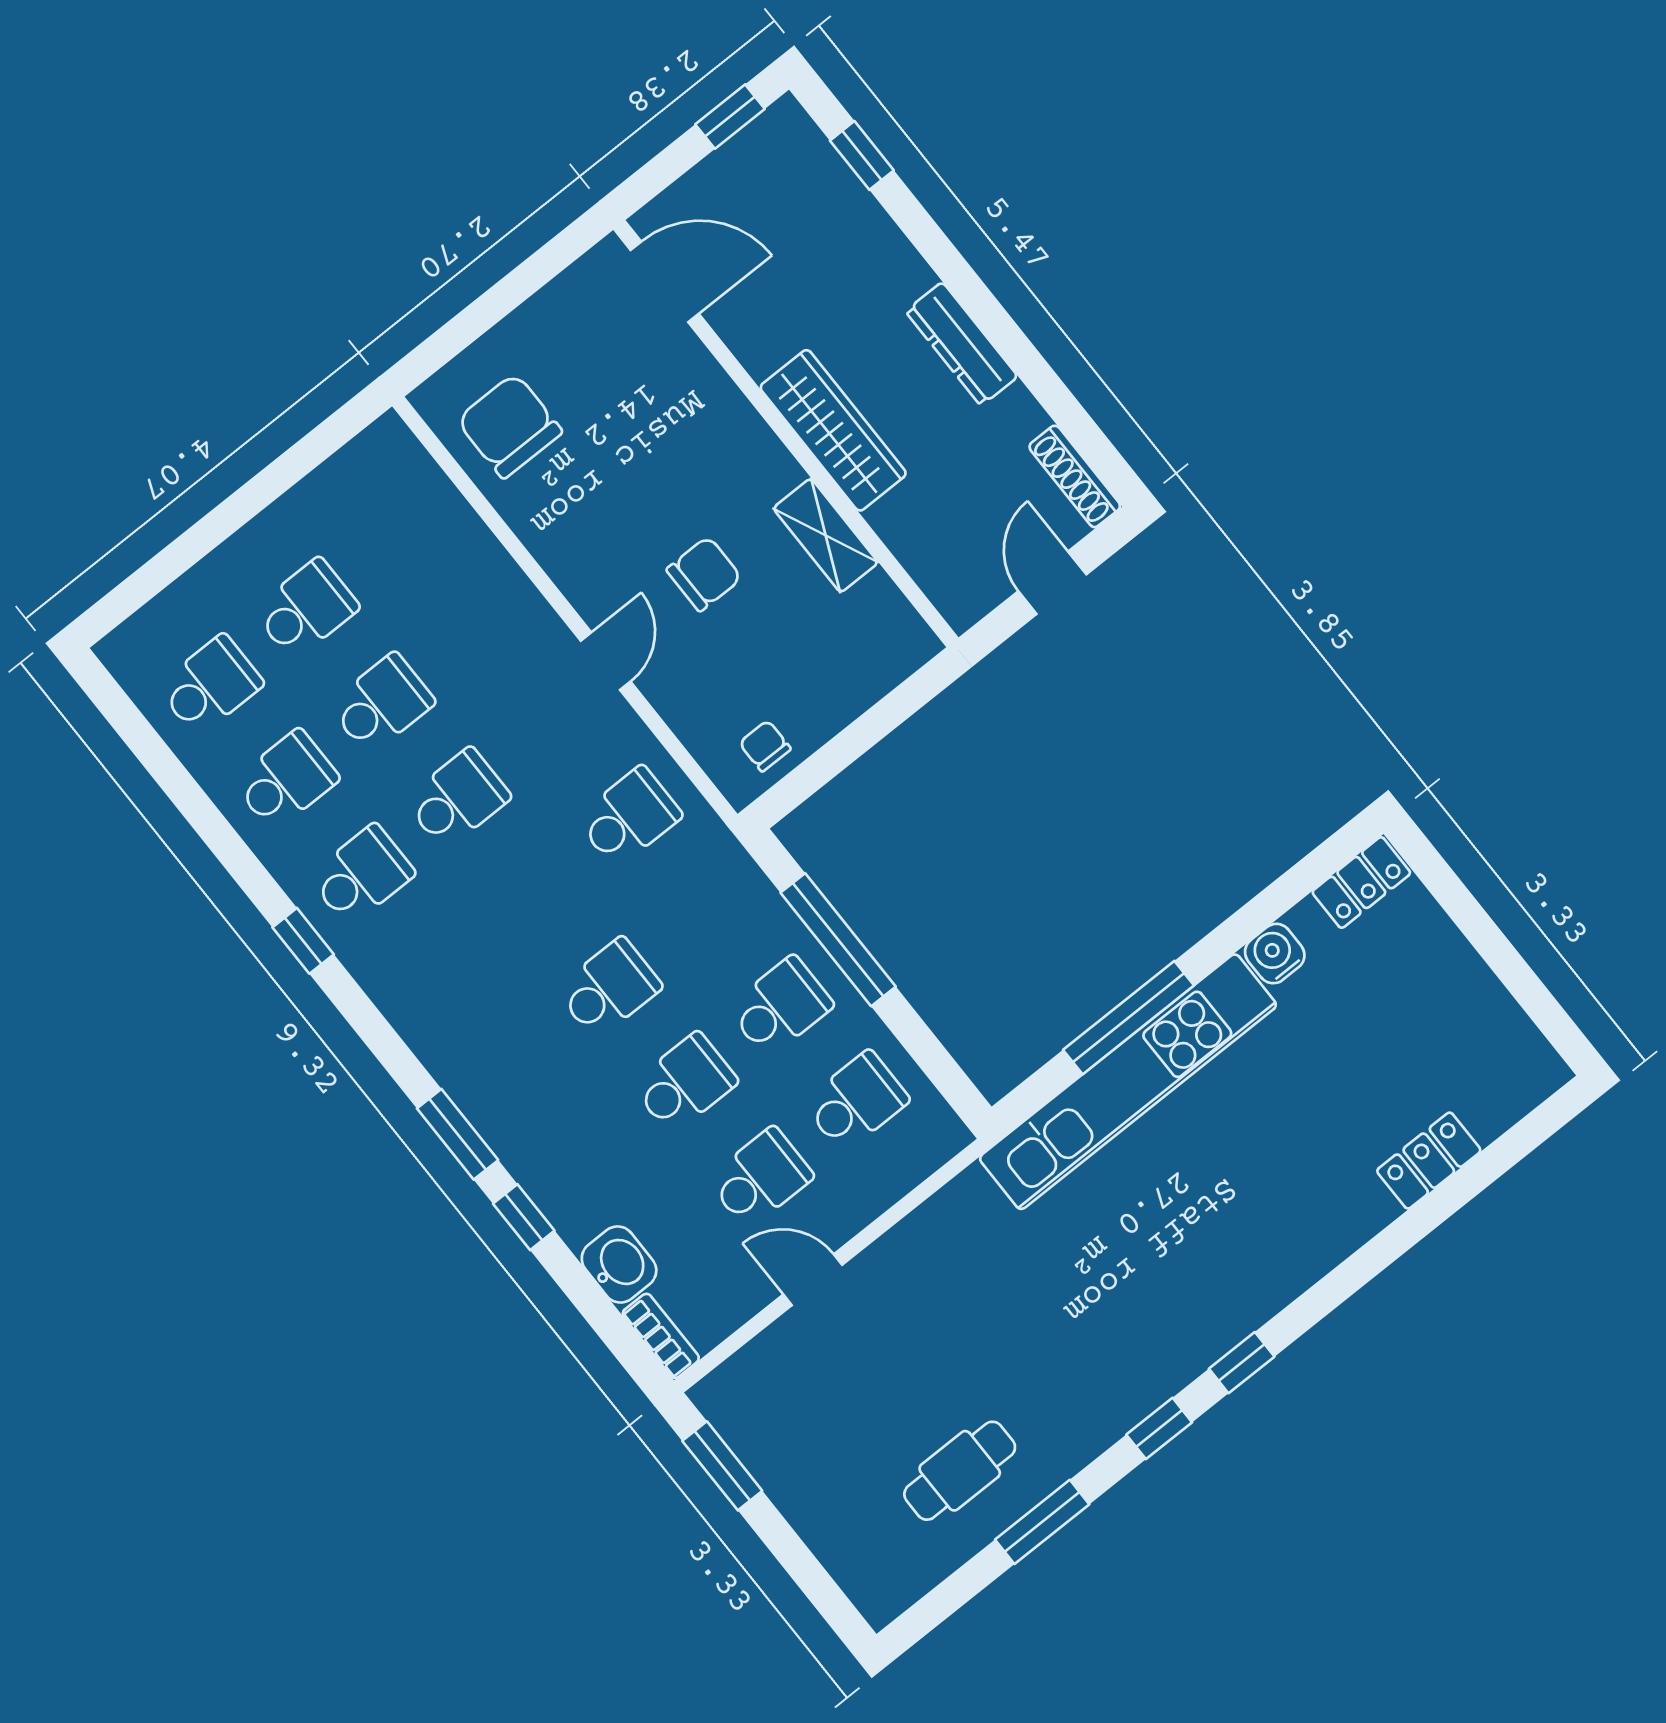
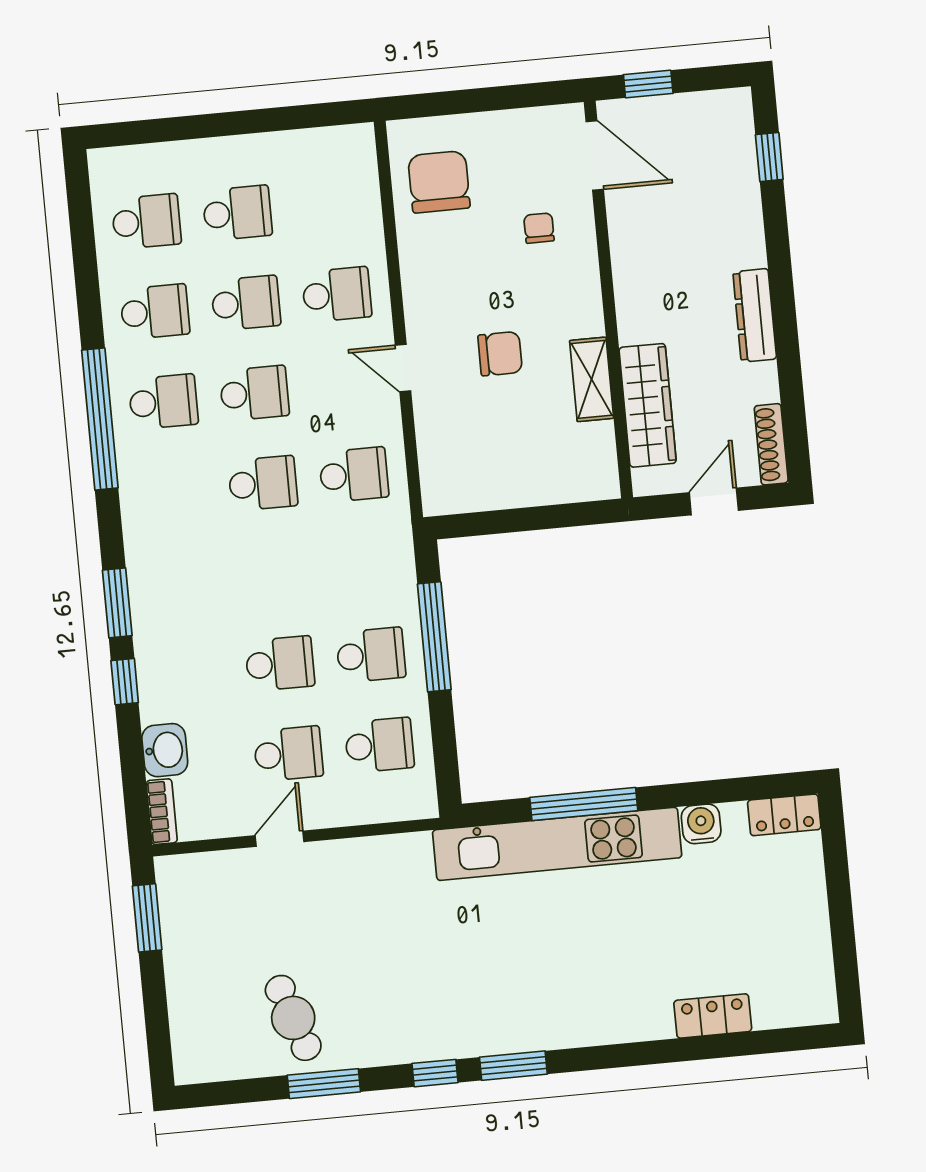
window: (730, 117) -> (648, 84), moved
wardrobe: (833, 430) -> (648, 405), moved
school desk: (477, 627) -> (337, 294), added
door: (606, 661) -> (403, 368), swing flipped
chair: (765, 746) -> (539, 228), moved
window: (303, 941) -> (100, 419), width x3.17
school desk: (609, 988) -> (263, 483), moved
door: (813, 1280) -> (279, 839), hinge flipped
window: (1242, 1363) -> (513, 1066), width x1.50
cafe table: (960, 1471) -> (293, 1018), turned 71

